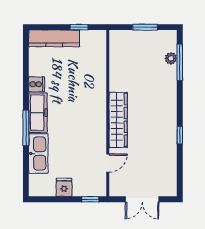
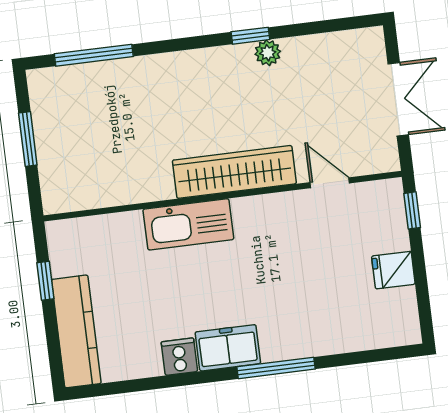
plant: (171, 58) -> (268, 53), moved
freezer: (38, 113) -> (228, 348), width x0.71
kitchen sink: (38, 153) -> (188, 224), moved, turned 180

